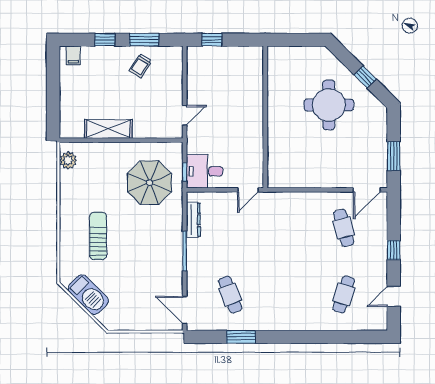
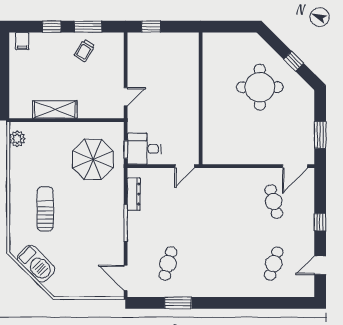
cafe table: (230, 295) -> (168, 264), turned 36

